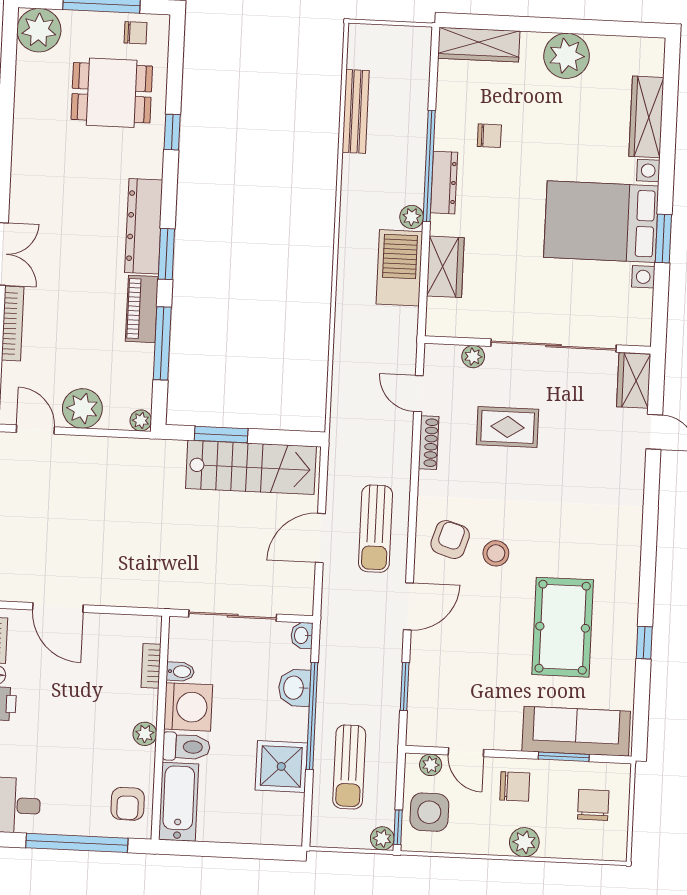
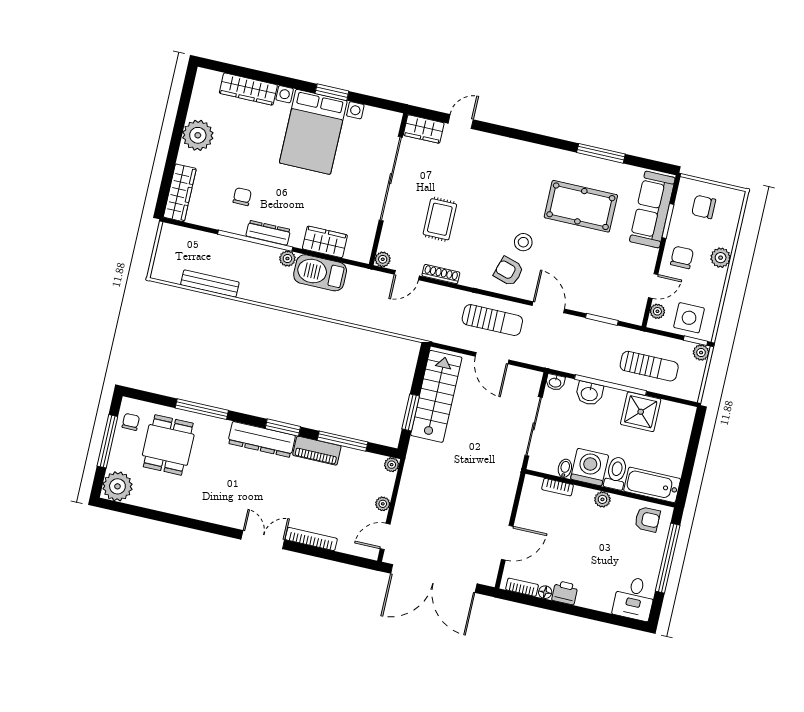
window: (172, 132) -> (202, 409), width x2.17
plant: (473, 357) -> (383, 259), moved
plant: (82, 408) -> (383, 504), width x0.53, depth x0.53
window: (644, 643) -> (601, 153), width x2.17

